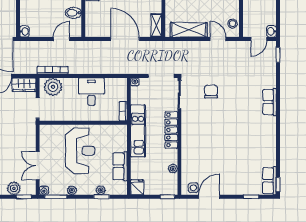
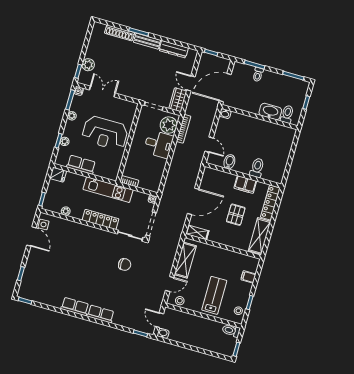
desk: (91, 92) -> (159, 144), moved
row of seats: (269, 181) -> (75, 306), moved

